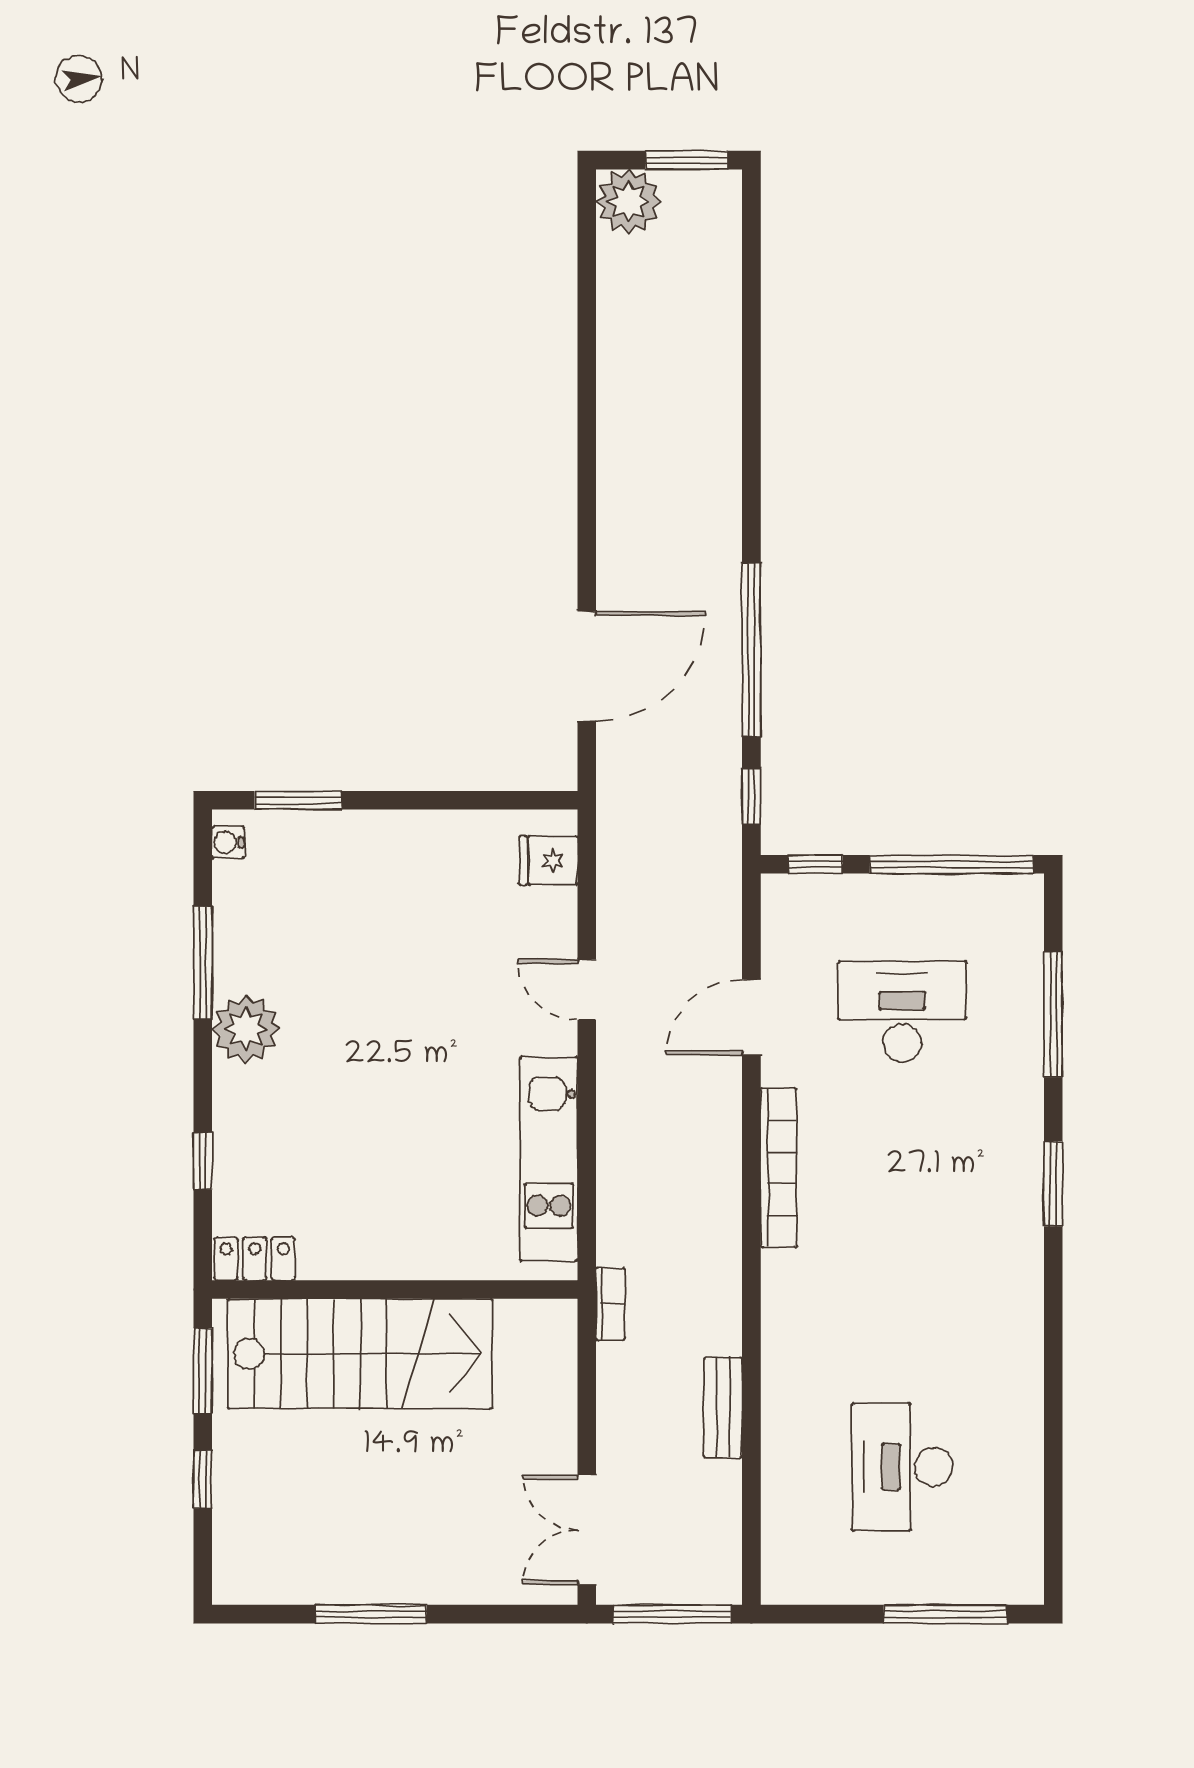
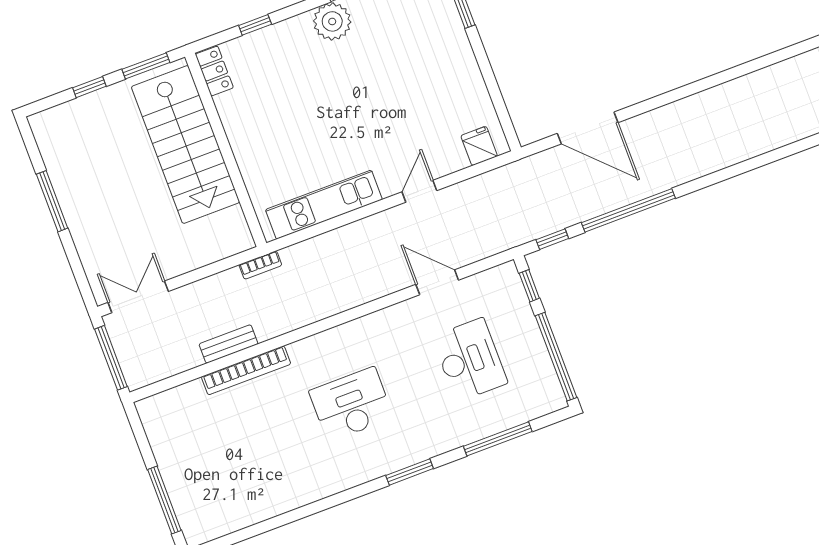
bookcase: (779, 1168) -> (246, 370), moved
desk: (902, 1467) -> (351, 404), moved

